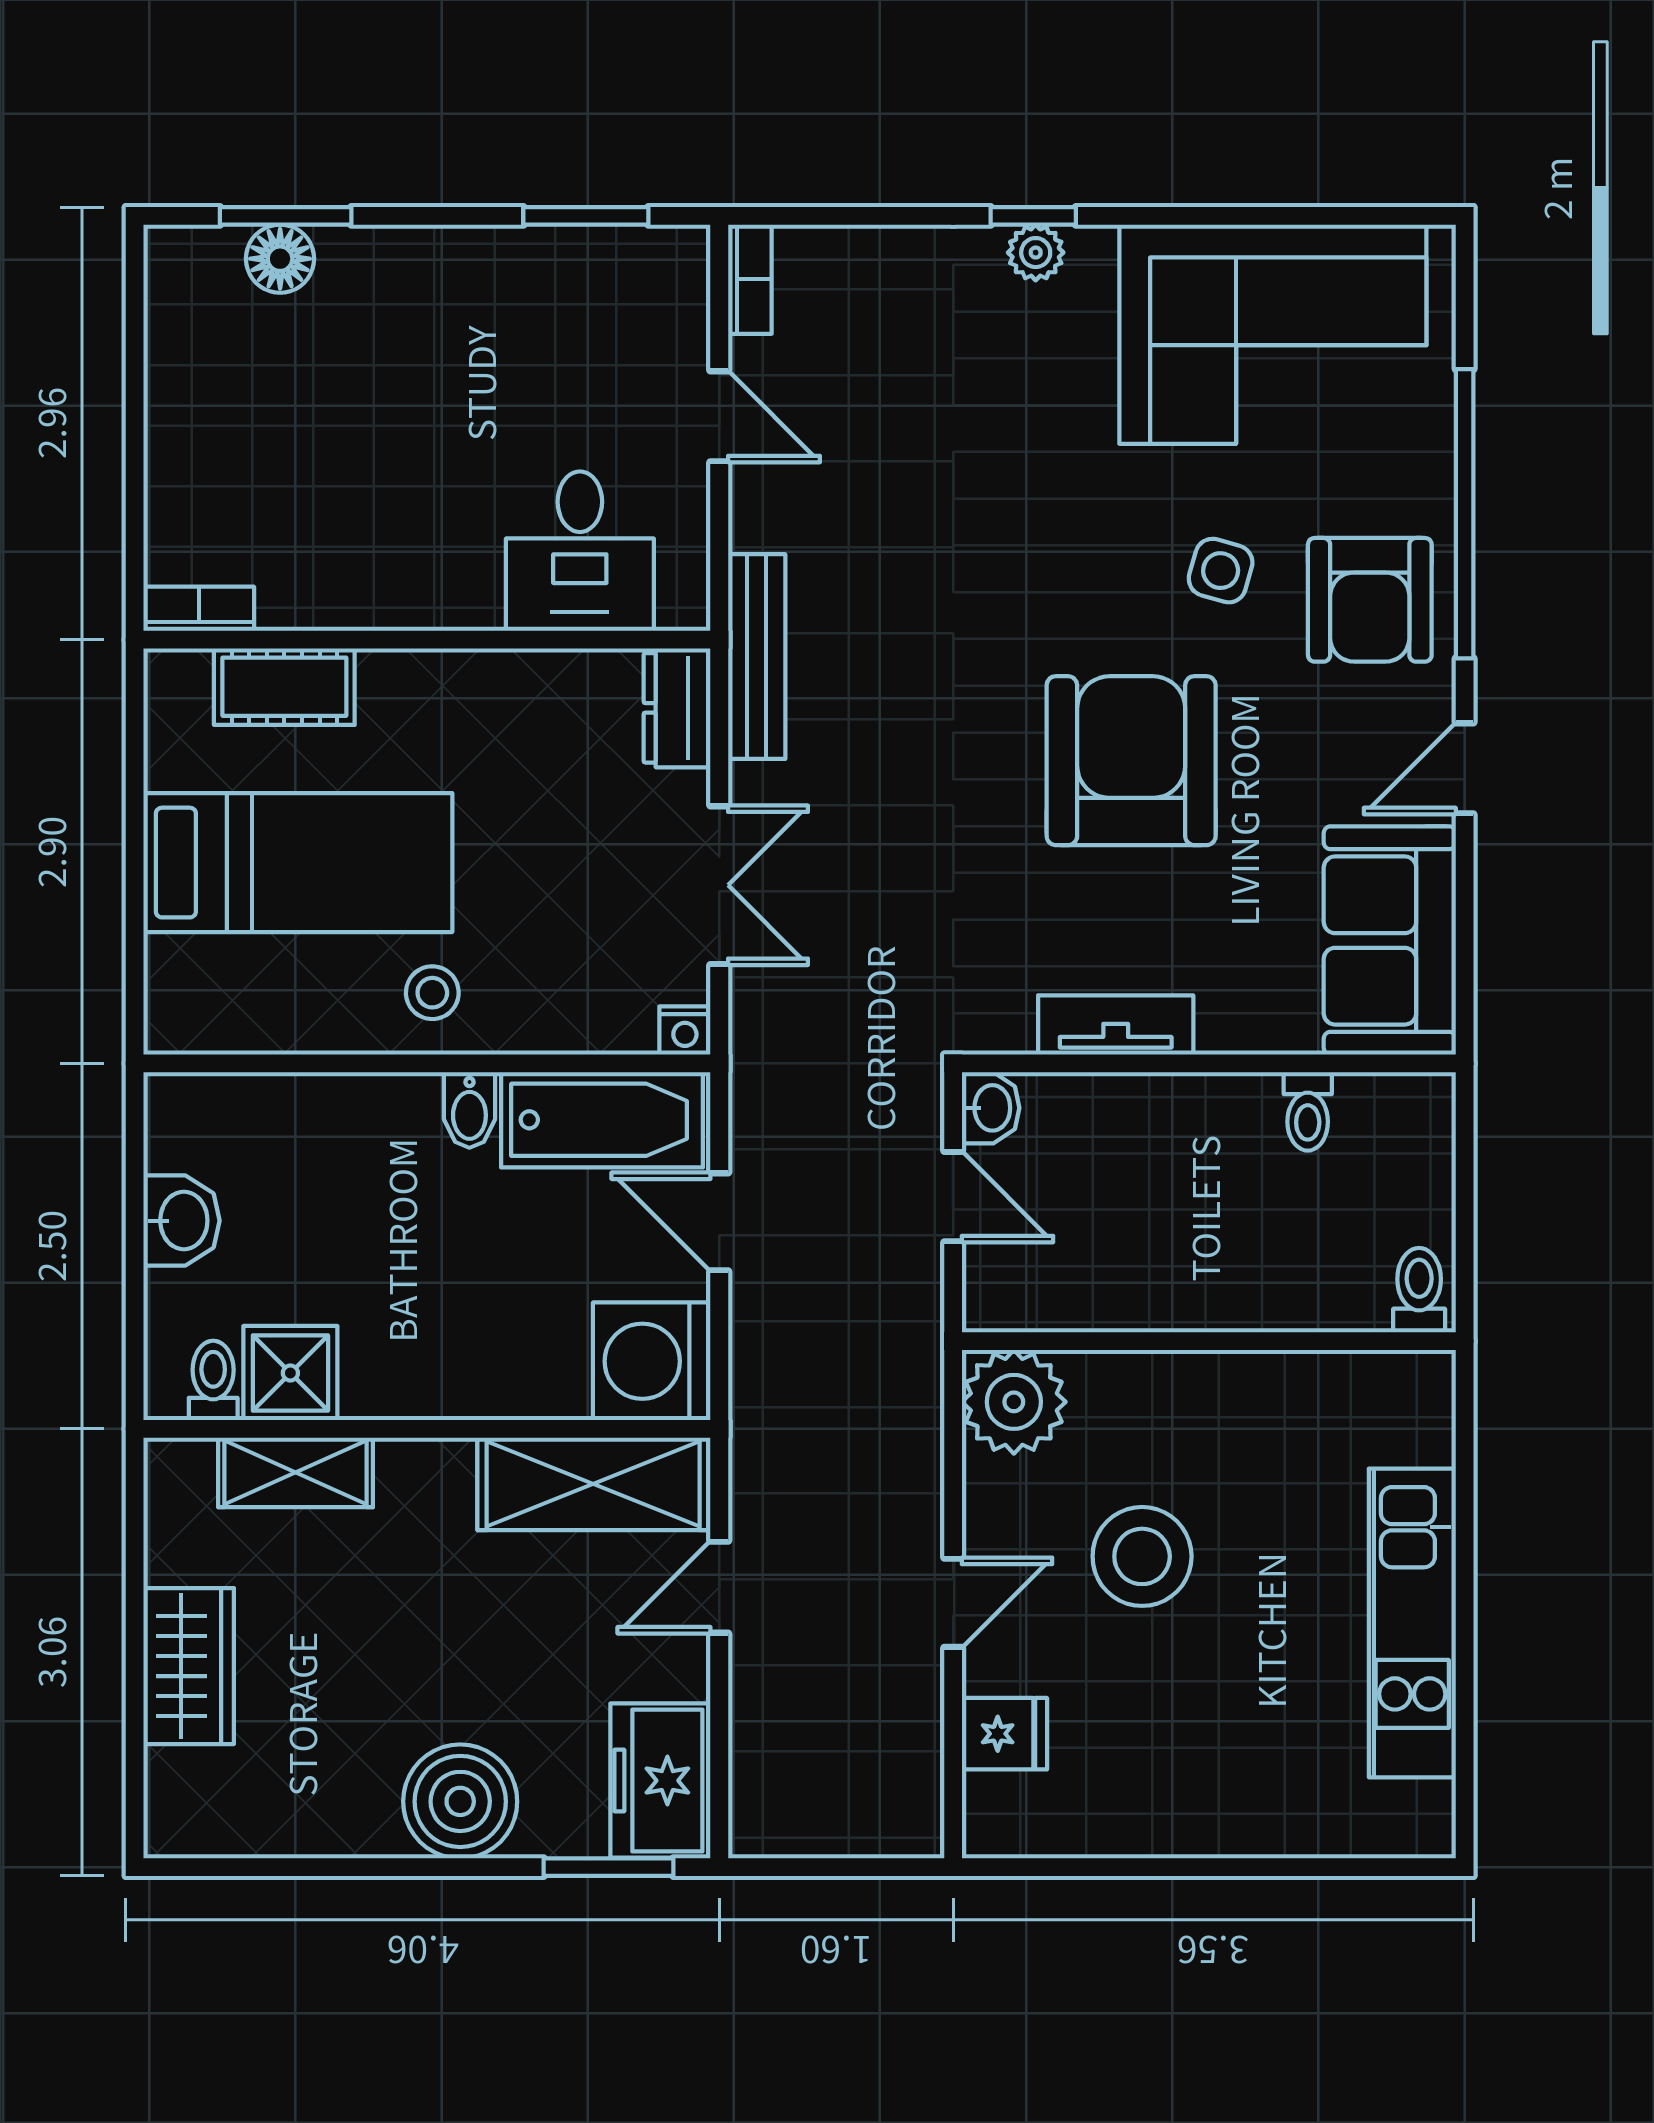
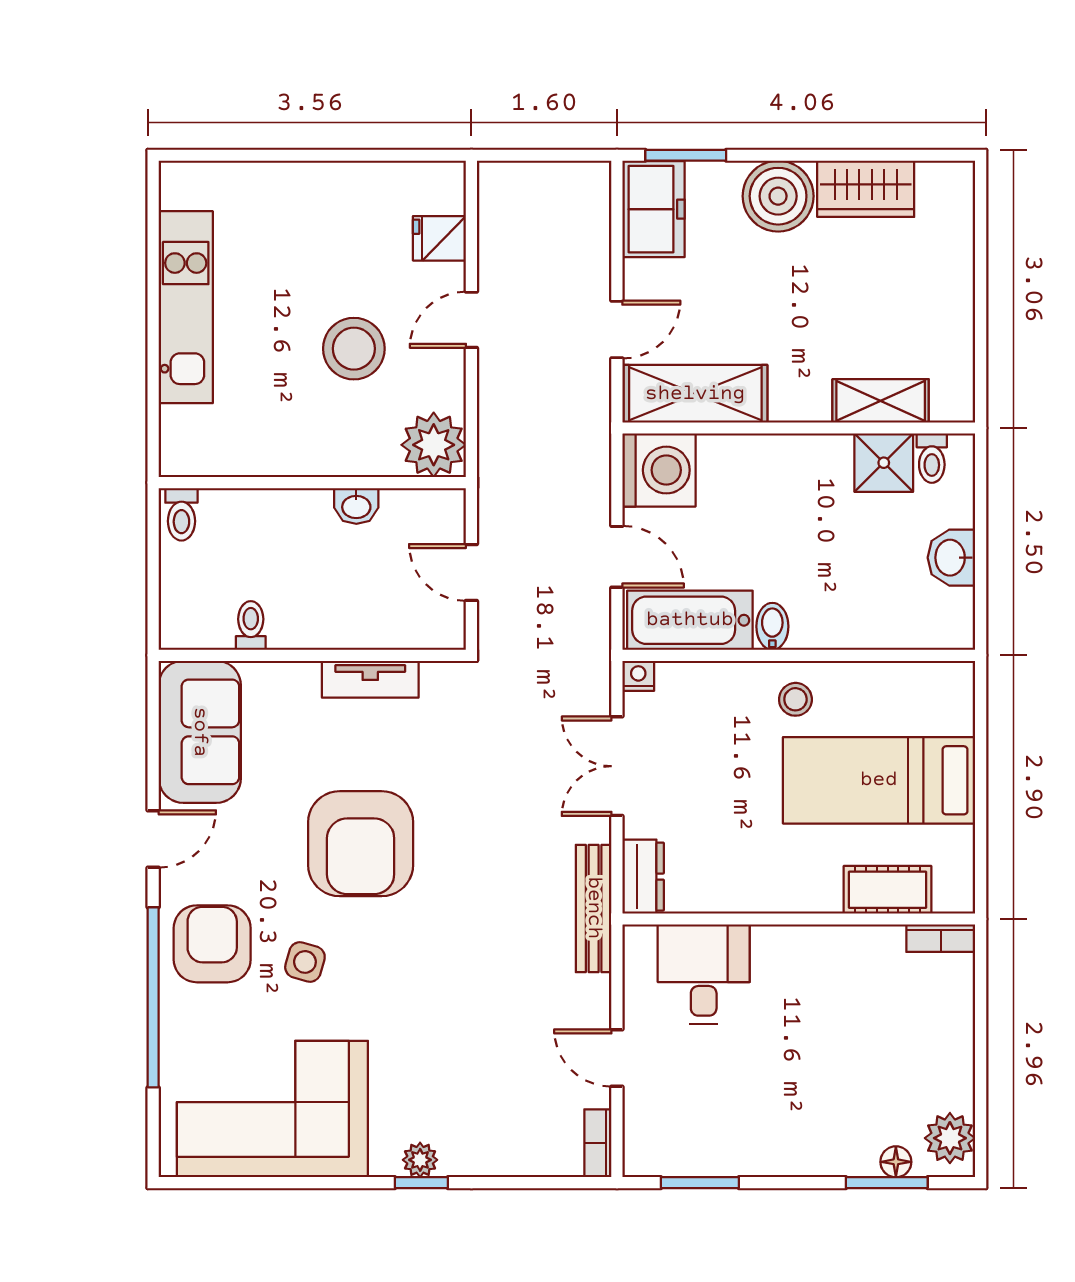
floor lamp: (280, 259) -> (896, 1162), width x0.73, depth x0.73
plant: (184, 288) -> (950, 1138), added
washbasin: (991, 1108) -> (356, 506), moved, turned -90
wardrobe: (189, 1666) -> (866, 189), moved, turned -90

